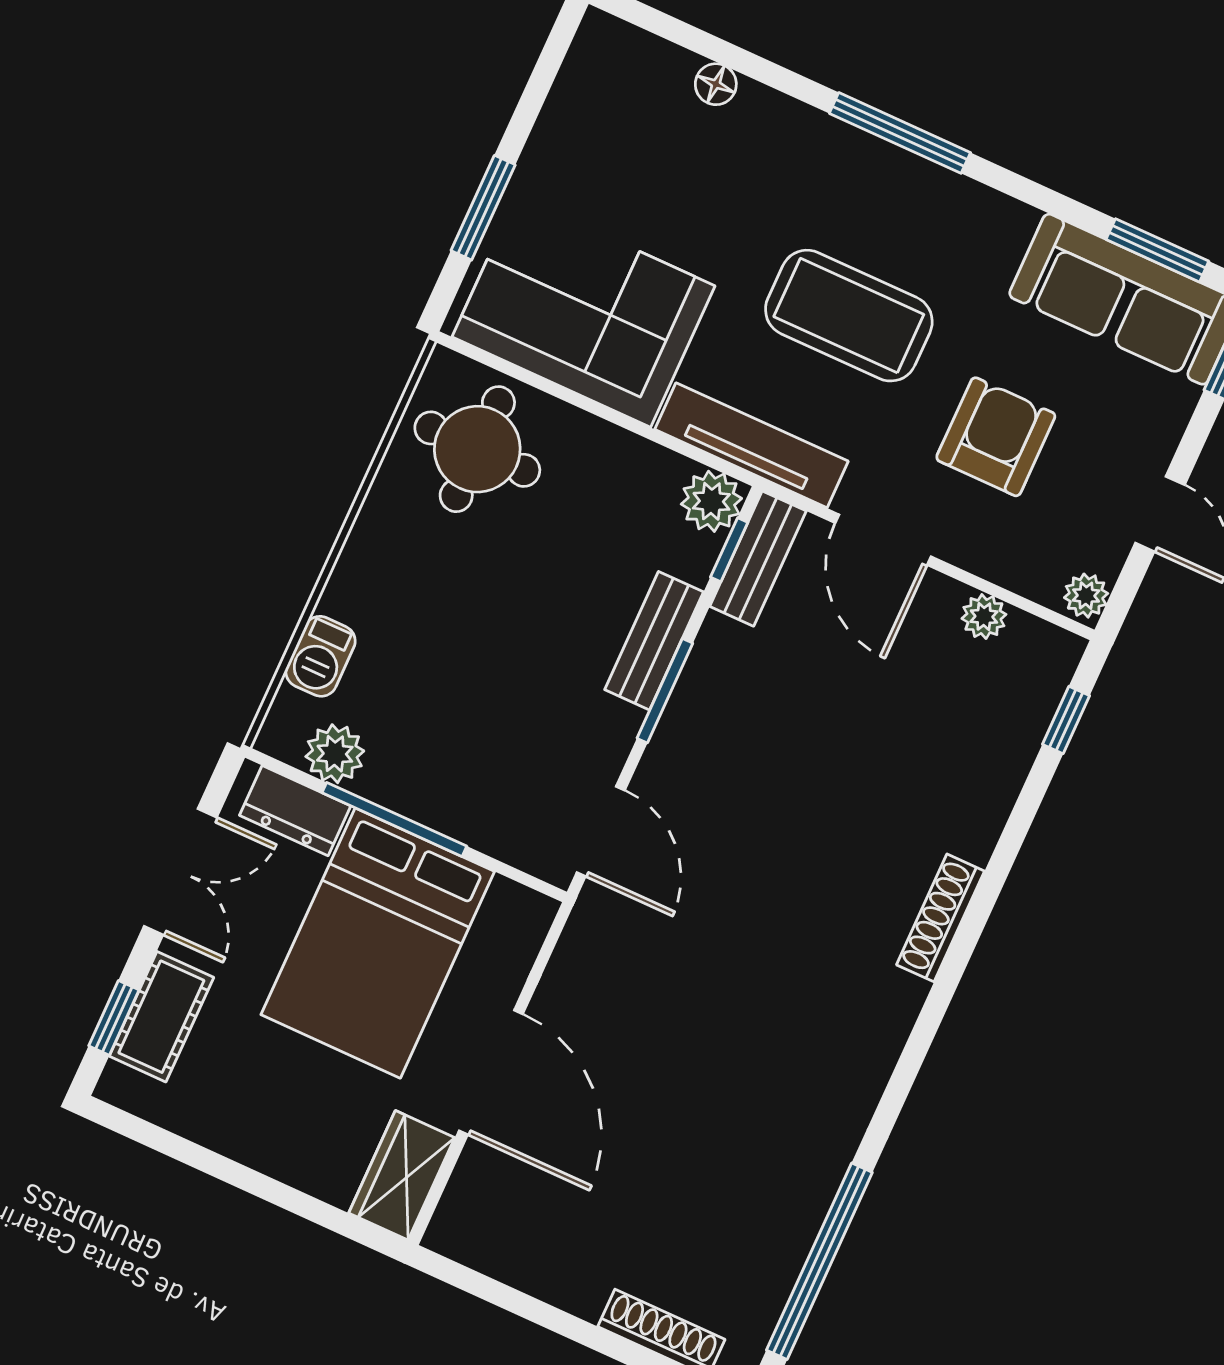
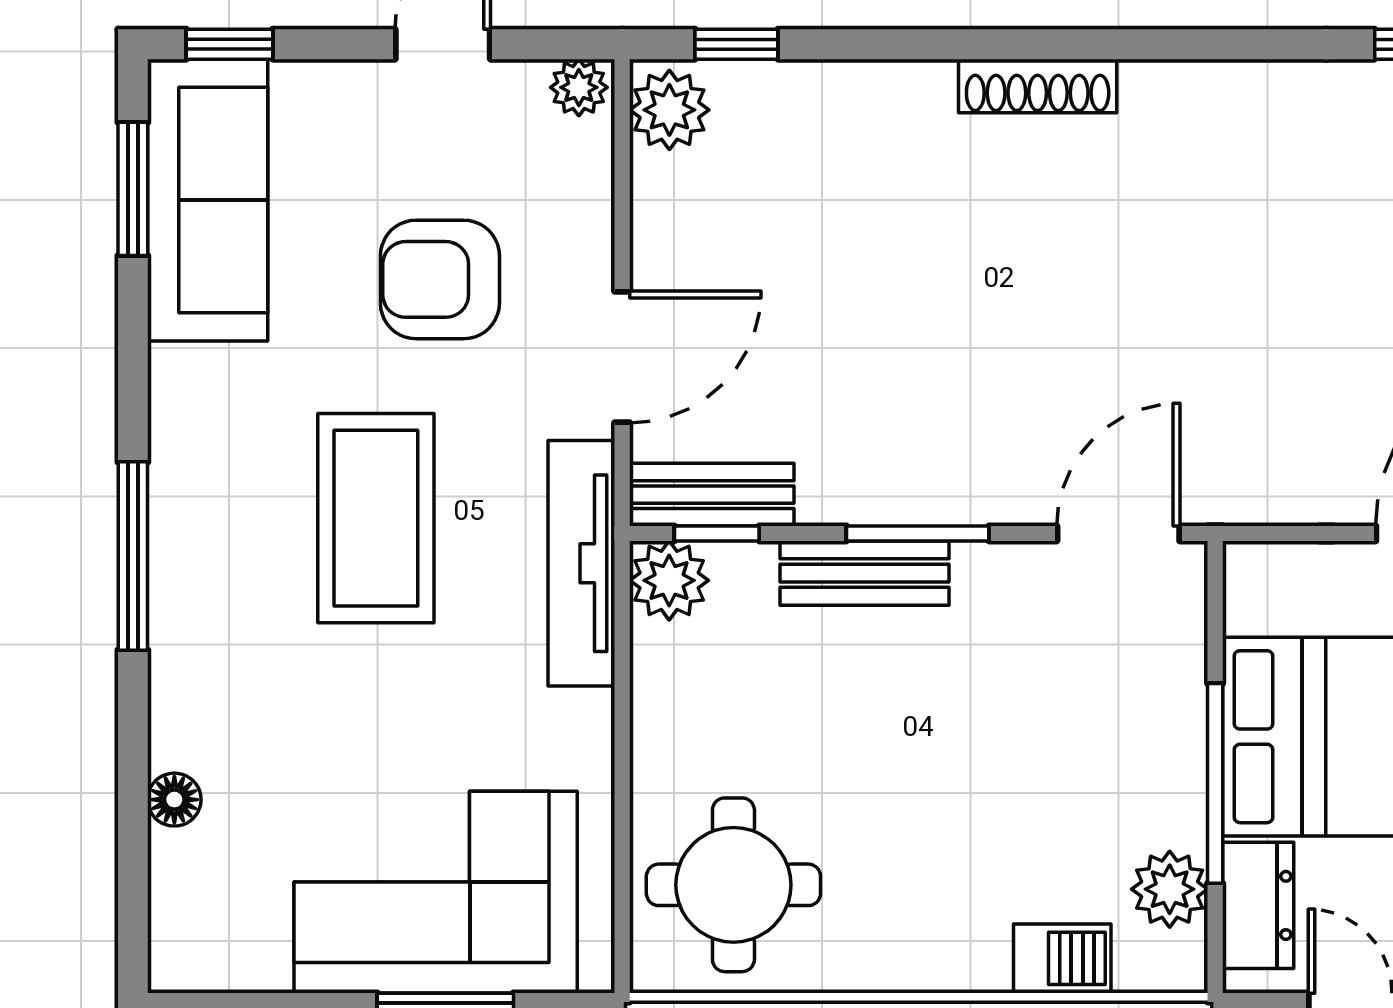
corner sofa: (584, 311) -> (436, 892), moved, turned 90
plant: (984, 617) -> (669, 110), moved, width x1.38, depth x1.38

